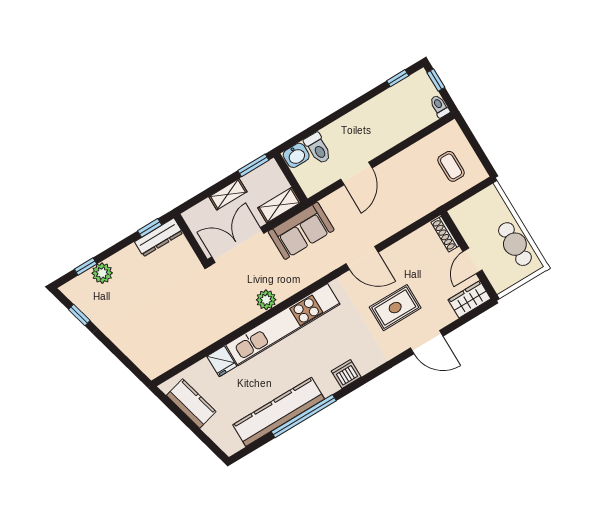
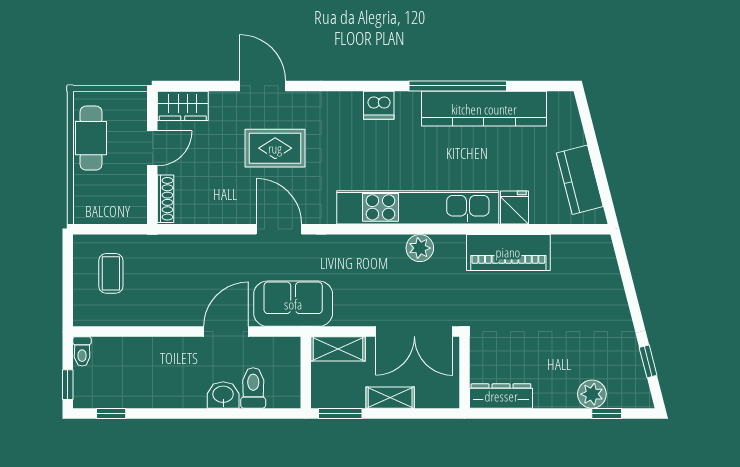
washbasin: (296, 155) -> (223, 395), moved
window: (150, 228) -> (505, 413), removed
sofa: (301, 231) -> (293, 304), moved
piano: (209, 331) -> (508, 252), added

